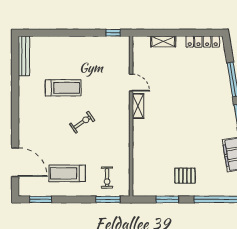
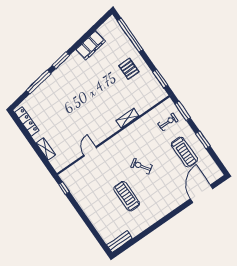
bench: (24, 56) -> (120, 242), width x0.73
shelving: (138, 106) -> (128, 118), moved
window: (41, 199) -> (203, 140), moved
window: (167, 199) -> (160, 78), moved

